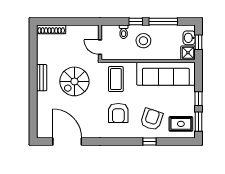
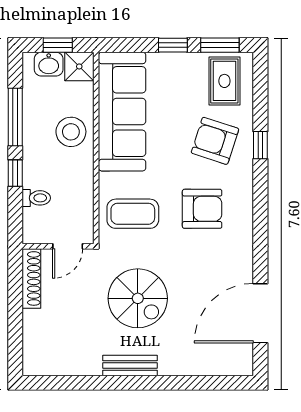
shoe rack: (51, 29) -> (31, 278), moved
stool: (143, 41) -> (71, 132), moved

